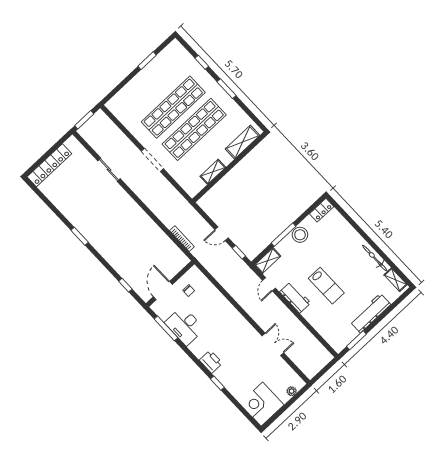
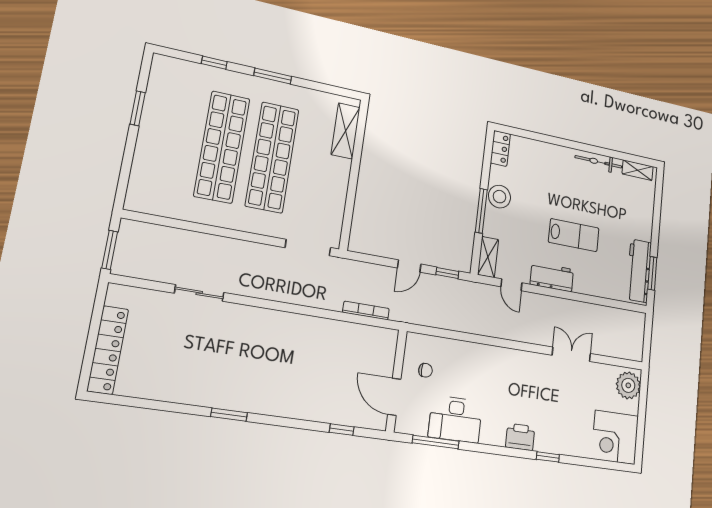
doorway: (152, 160) -> (308, 248), moved
shelving: (213, 172) -> (338, 195), removed
workbench: (370, 313) -> (639, 271), moved
plant: (292, 391) -> (628, 385), width x1.87, depth x1.87

